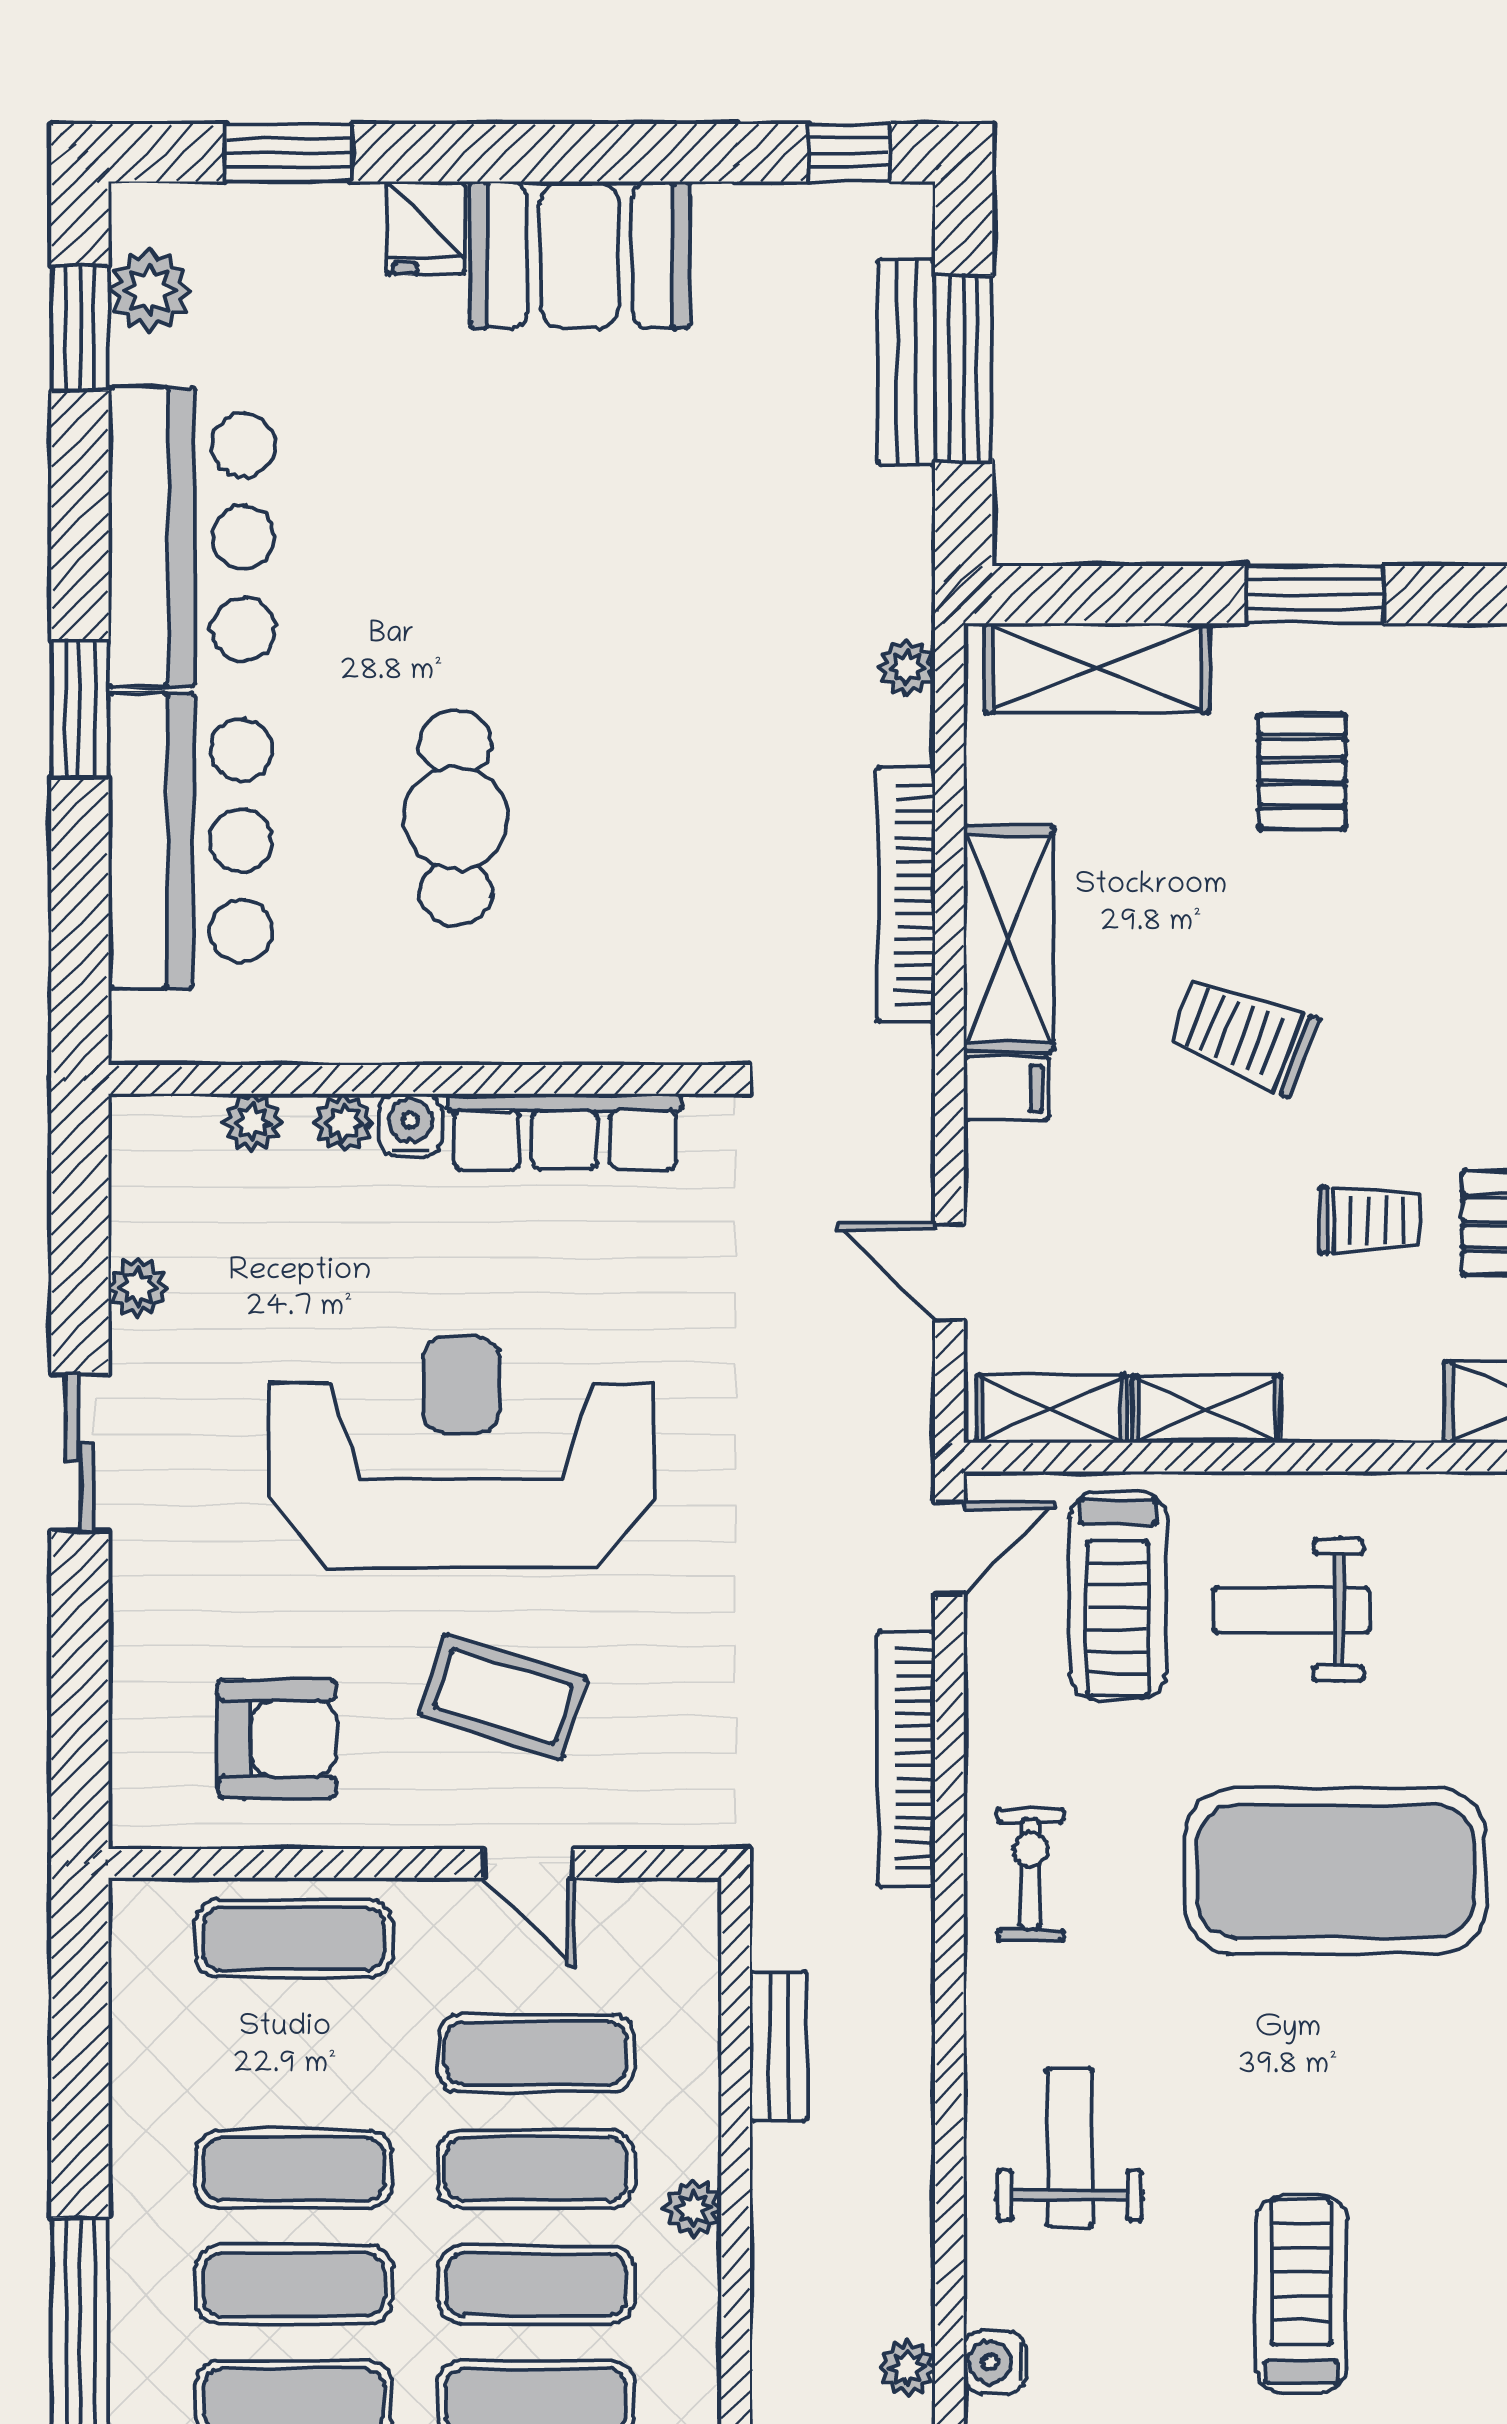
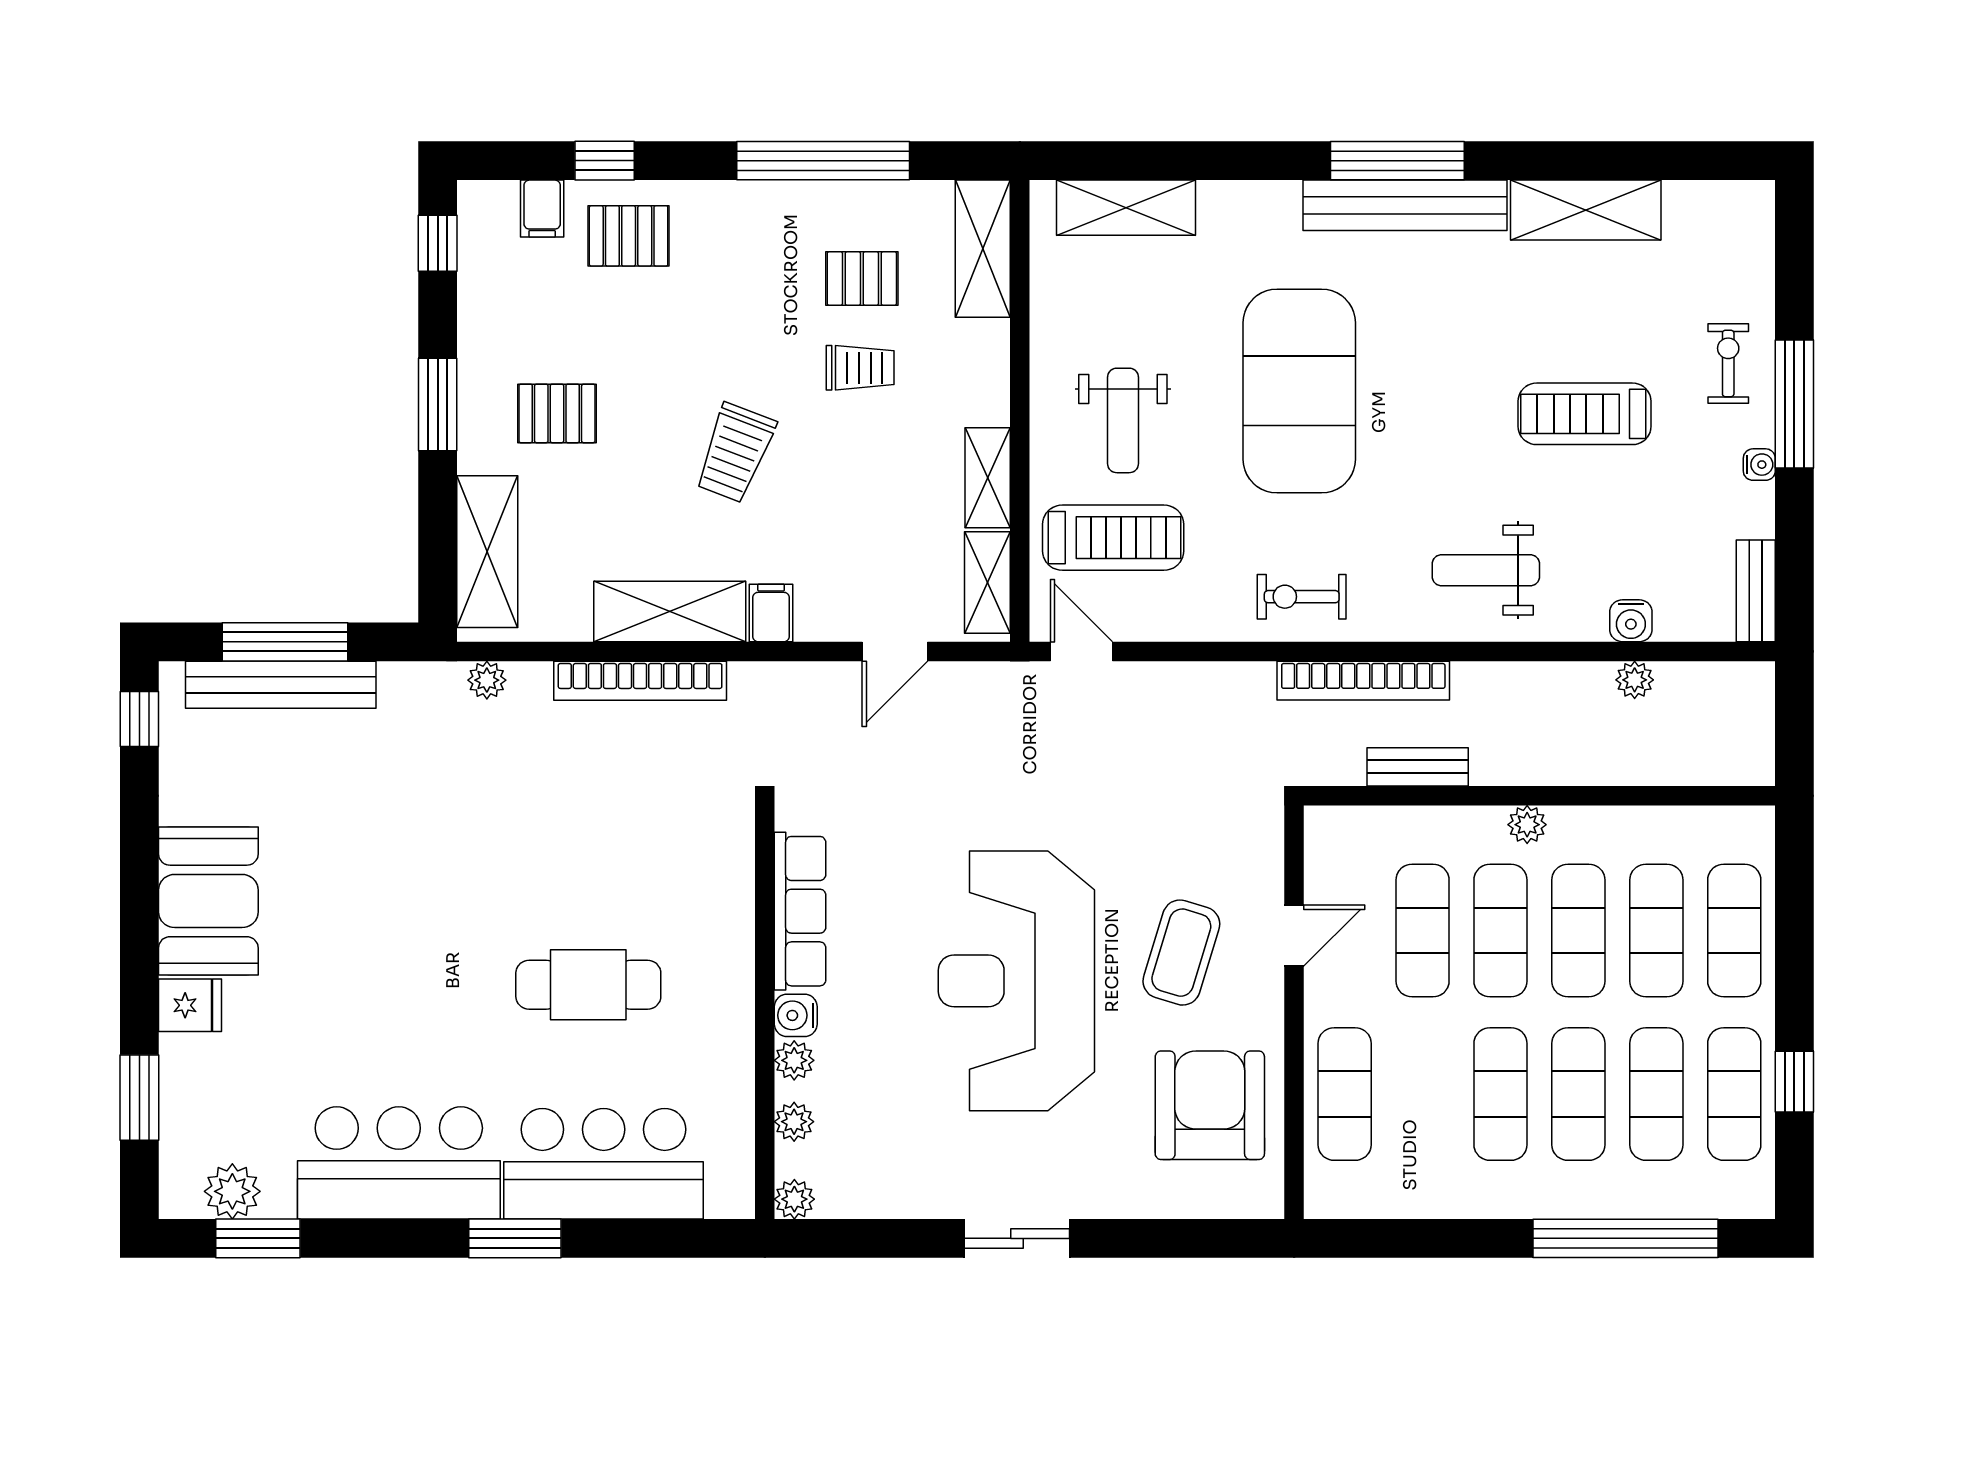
bench: (906, 362) -> (281, 685), width x1.37, depth x1.21
trolley: (1370, 1220) -> (860, 368), turned 90
plant: (138, 1287) -> (794, 1199), moved
armchair: (277, 1739) -> (1210, 1105), width x1.36, depth x1.36
bookcase: (906, 1759) -> (1363, 681), moved

